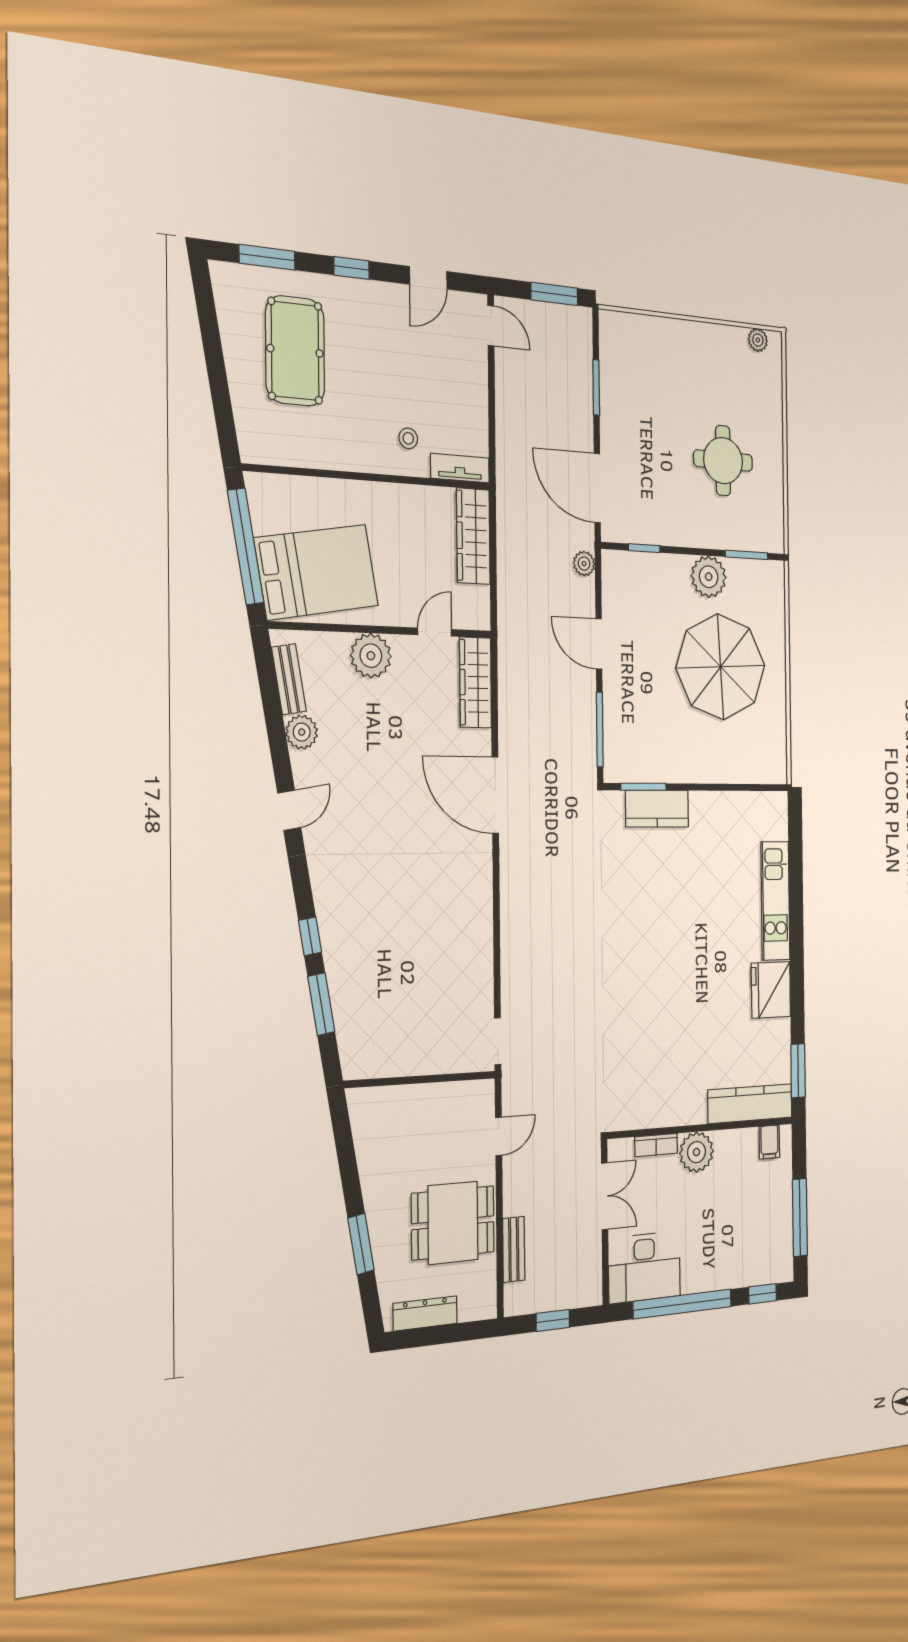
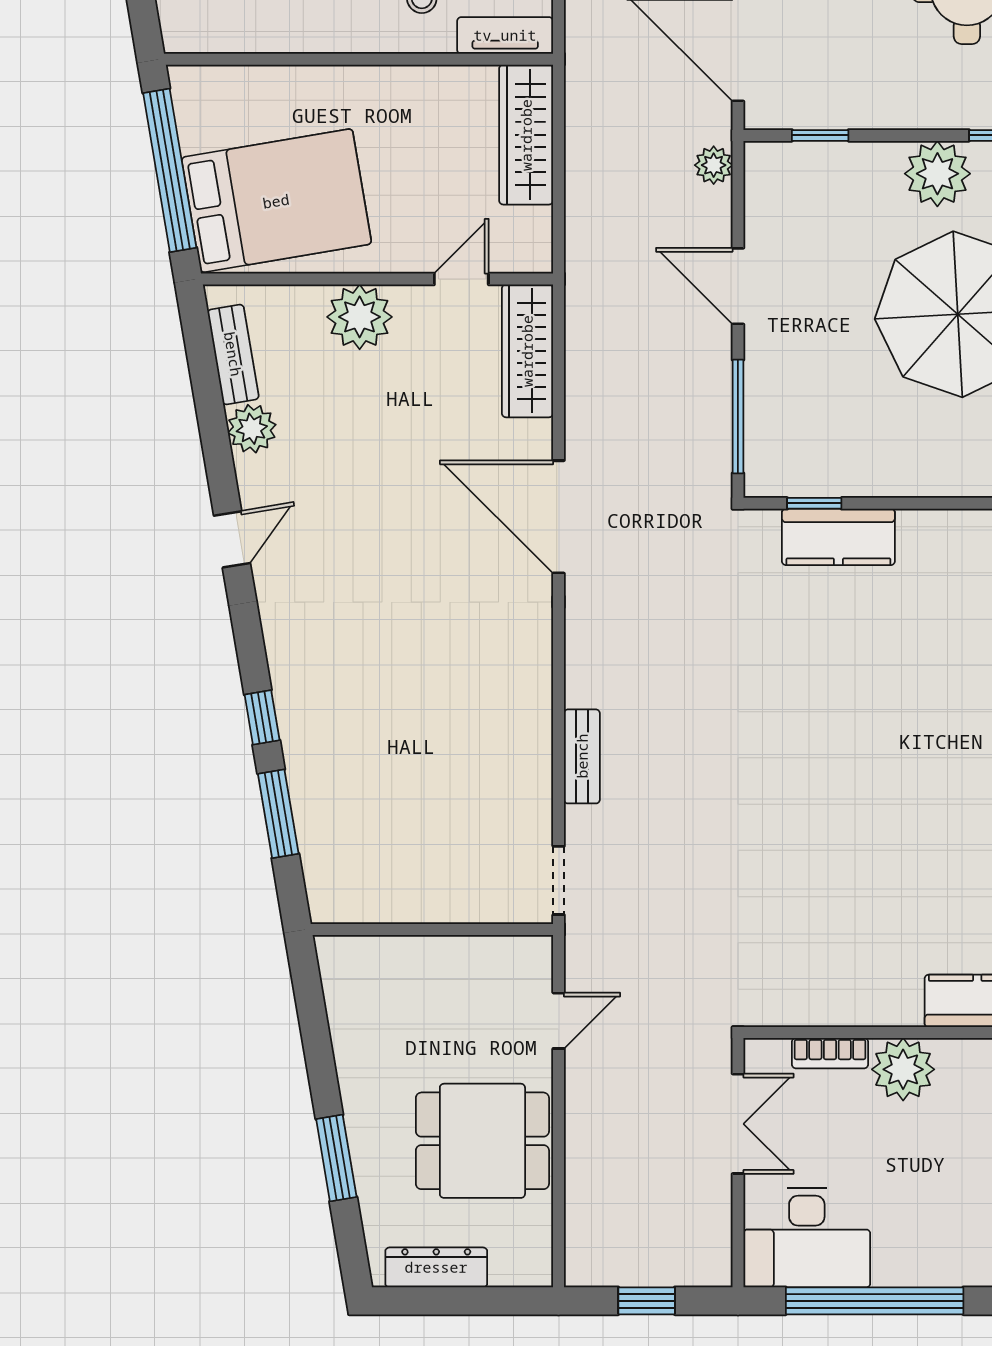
window: (643, 787) -> (814, 503), width x0.67
bench: (514, 1249) -> (582, 756), moved

